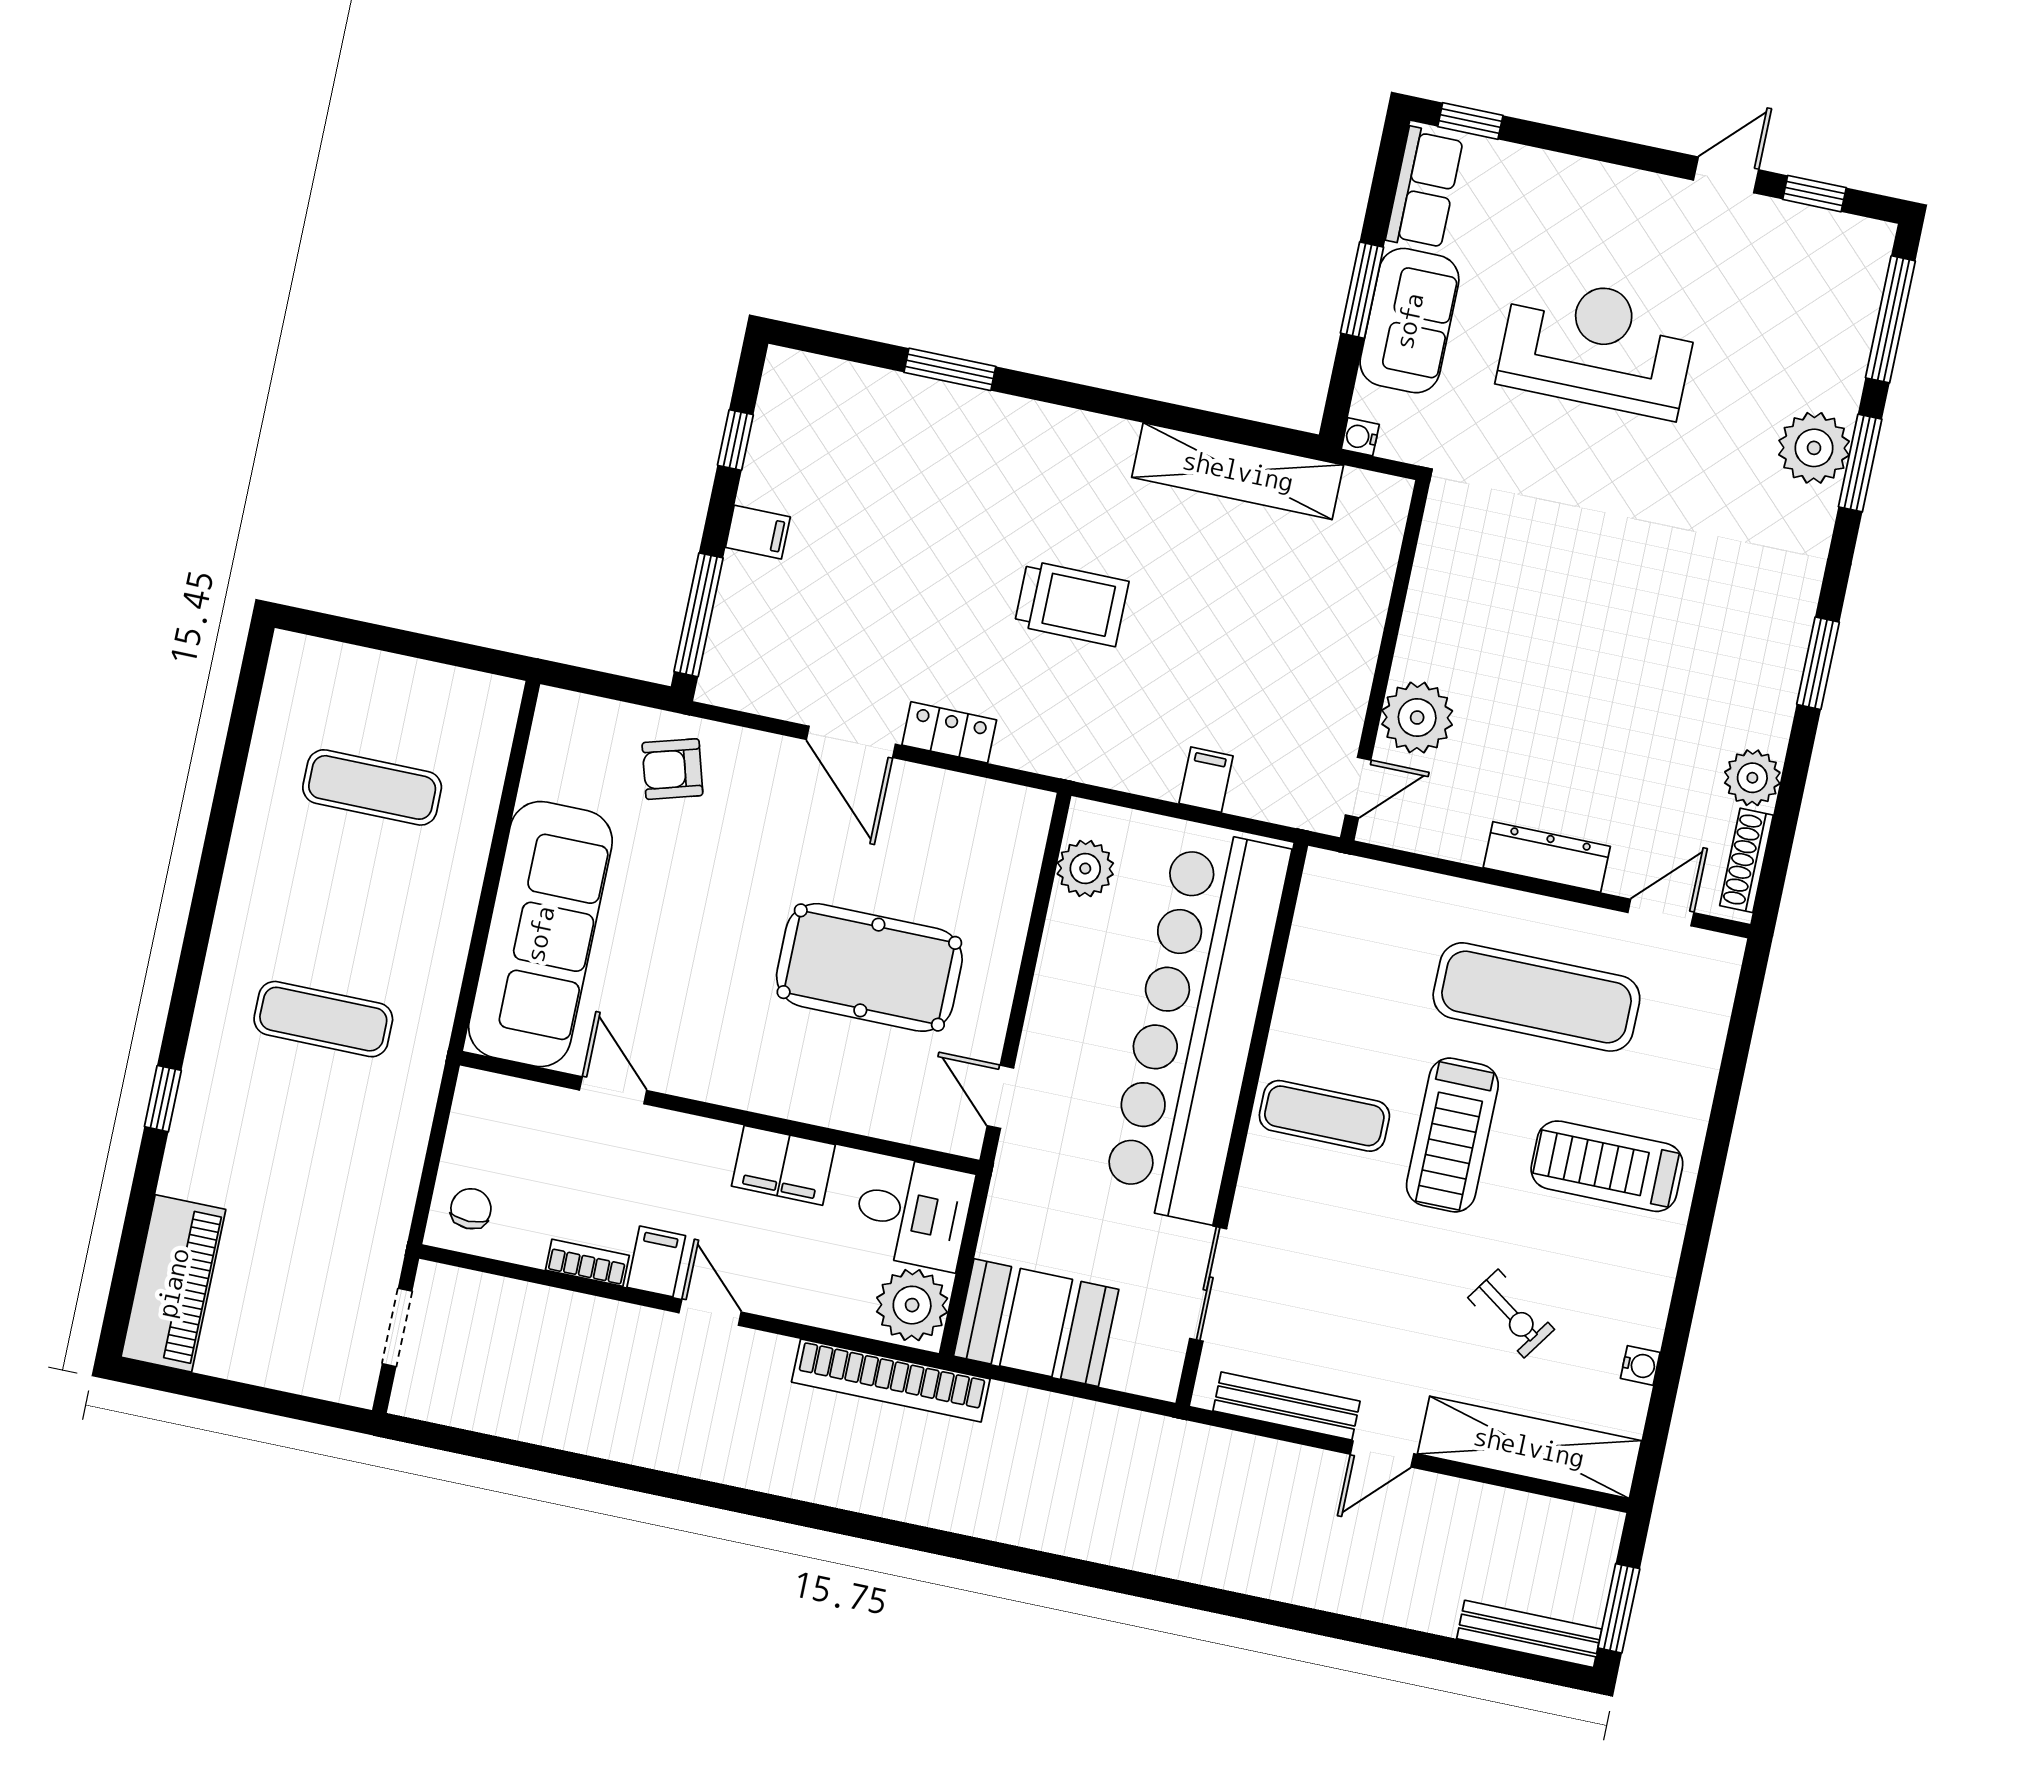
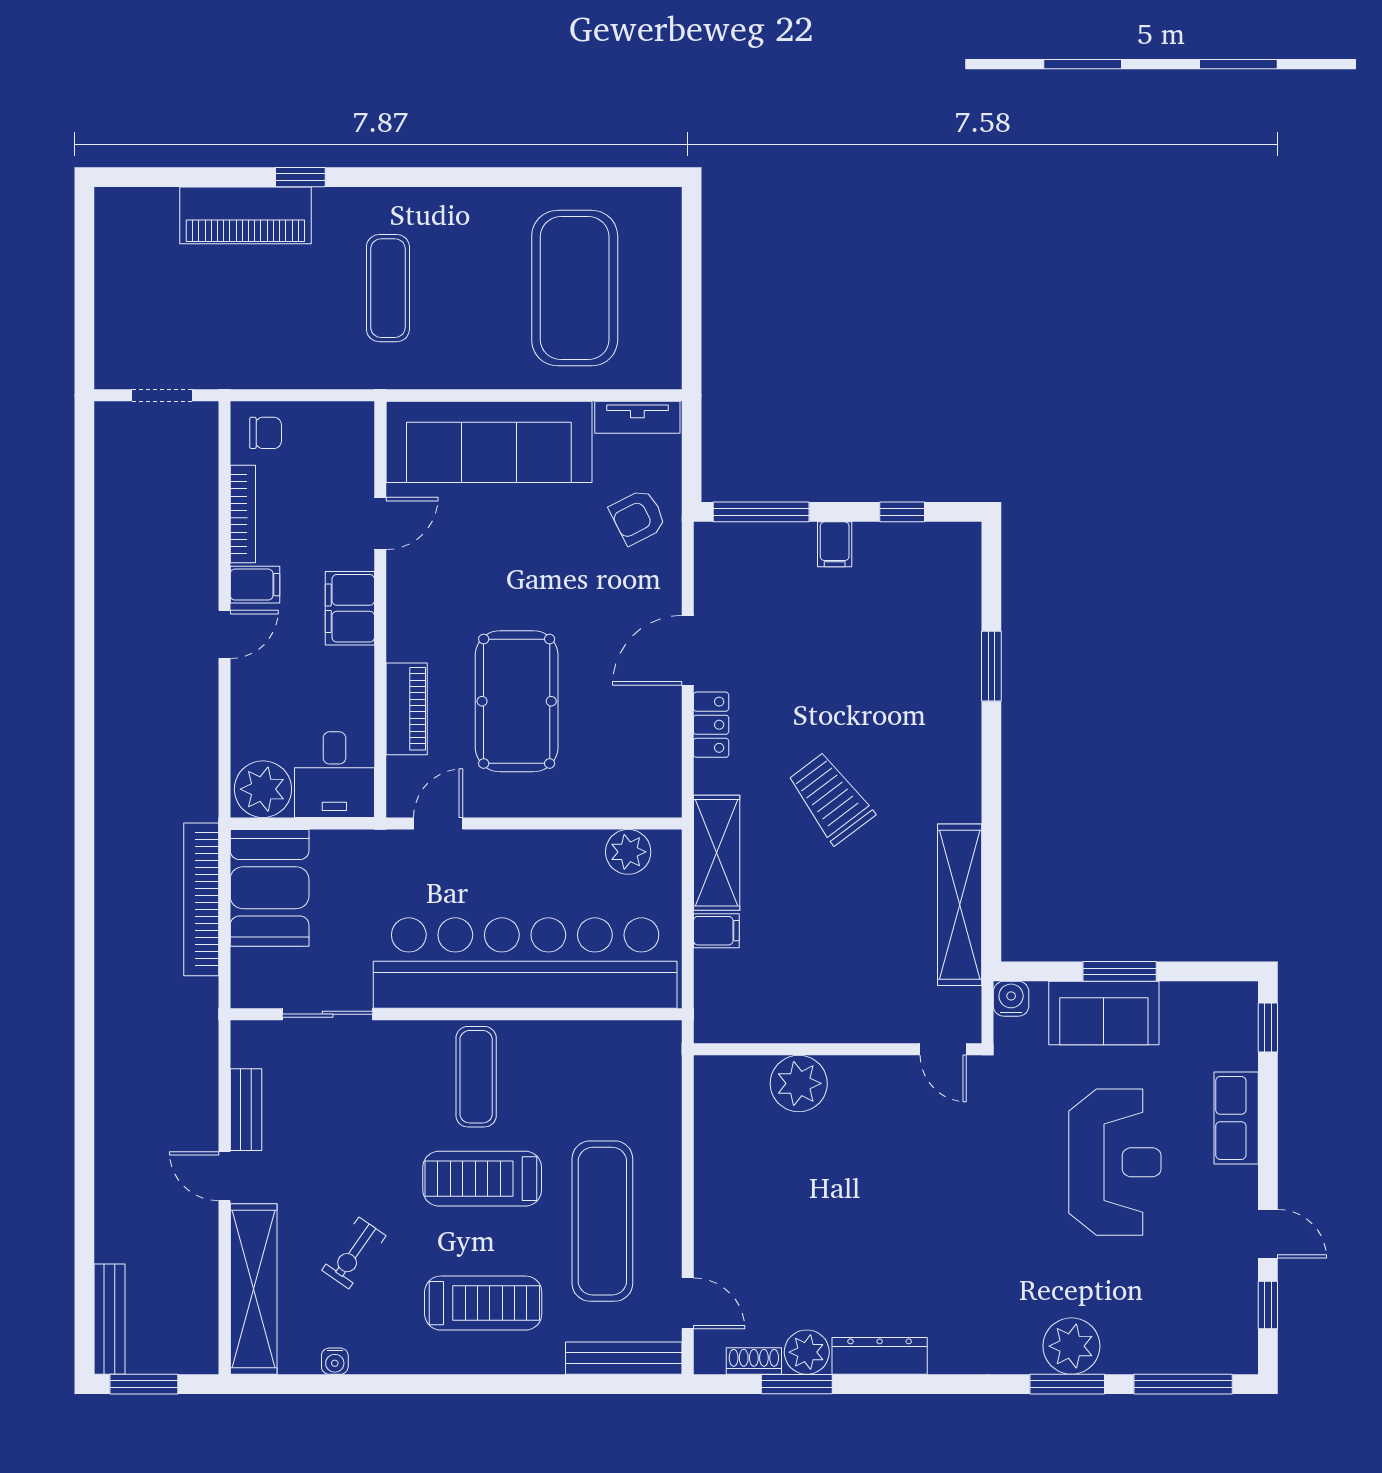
row of seats: (1425, 189) -> (1236, 1118), moved, turned 90
water cooler: (1360, 437) -> (1011, 999), width x1.38, depth x1.38
trolley: (1072, 603) -> (831, 798), turned 143
window: (1818, 663) -> (797, 1384), moved
tv unit: (549, 743) -> (637, 417), added
shelving: (1110, 759) -> (717, 853), added
armchair: (672, 769) -> (638, 517), turned -101
exercise mat: (372, 787) -> (575, 288), width x2.00, depth x1.45
door: (1358, 787) -> (943, 1049), moved
dresser: (1547, 857) -> (880, 1356), moved, turned -90
shoe rack: (1747, 860) -> (754, 1361), width x0.70
bench: (1712, 1006) -> (624, 1358), added
piano: (850, 1106) -> (407, 709), added
filing cabinet: (783, 1165) -> (350, 608), moved
treadmill: (1607, 1166) -> (483, 1303), turned 90
bookcase: (587, 1263) -> (243, 514), width x1.56
piano: (173, 1283) -> (245, 215), moved
bookcase: (891, 1381) -> (201, 899), moved
bench: (1286, 1406) -> (246, 1110), width x0.73

